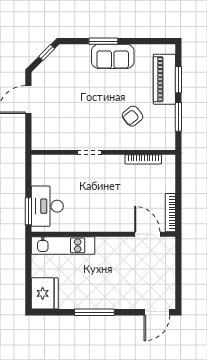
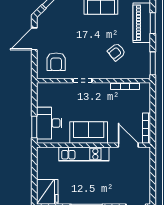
window: (178, 117) -> (153, 63), moved
armchair: (56, 129) -> (56, 62), added
sofa: (97, 218) -> (89, 133), added
kitchen unit: (63, 245) -> (84, 154), moved

